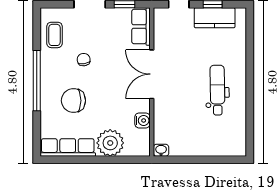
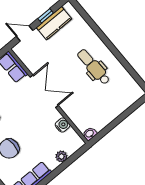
double door: (152, 74) -> (44, 91), swing flipped
plant: (110, 143) -> (61, 156), width x0.53, depth x0.53

